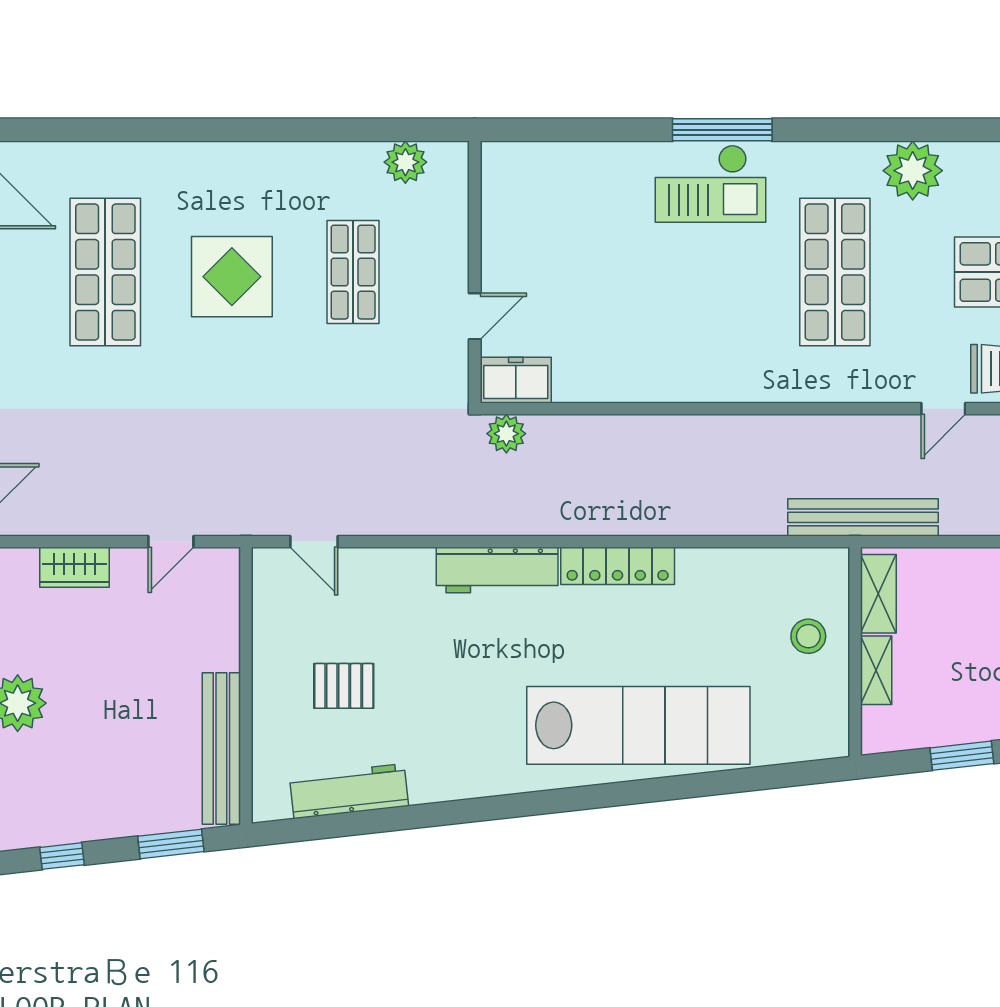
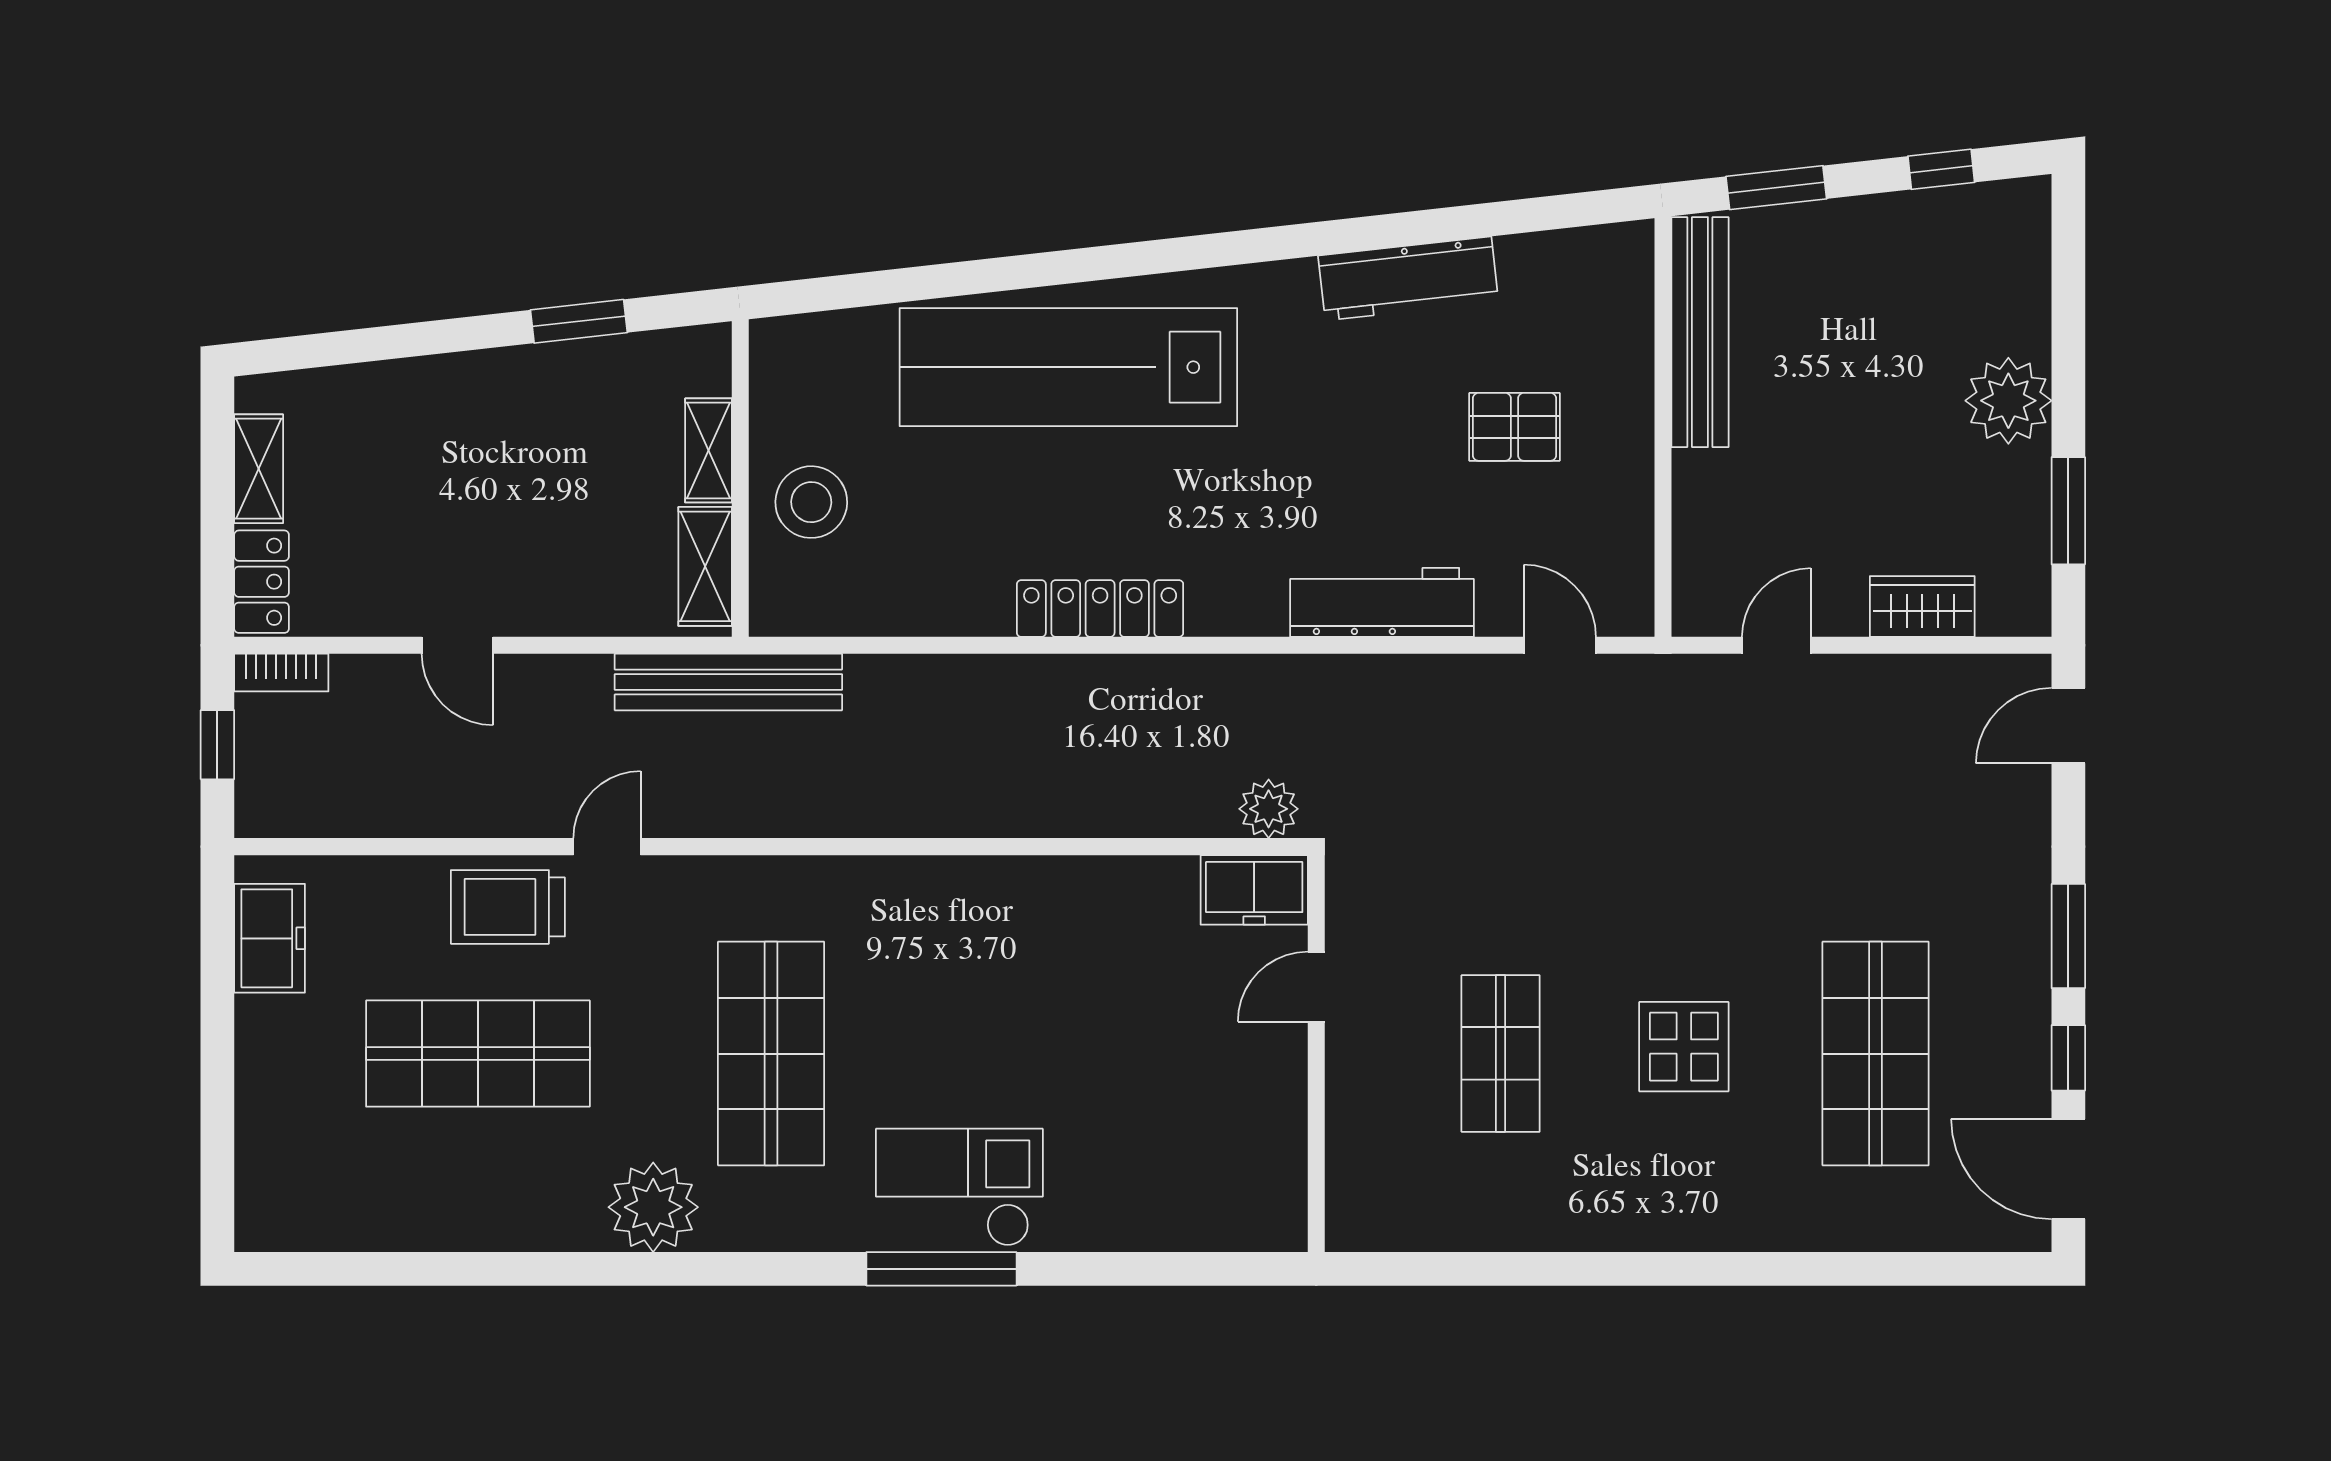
plant: (405, 162) -> (1421, 1220), removed
display table: (232, 277) -> (1684, 1047), width x0.73, depth x0.73
workbench: (497, 570) -> (1382, 602), moved
stool: (808, 636) -> (811, 502), width x1.38, depth x1.38
workbench: (349, 791) -> (1408, 279), moved

